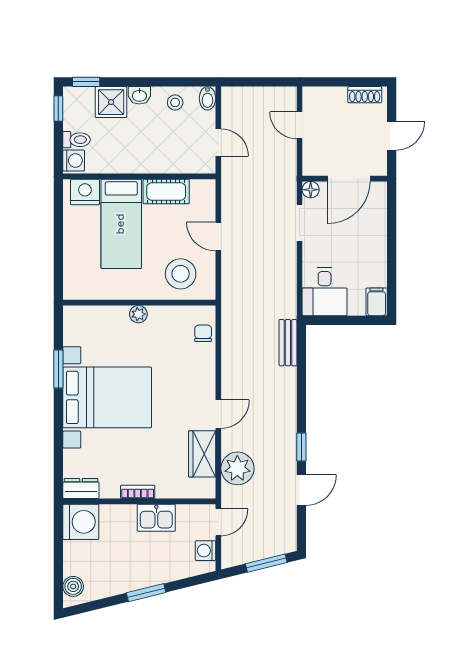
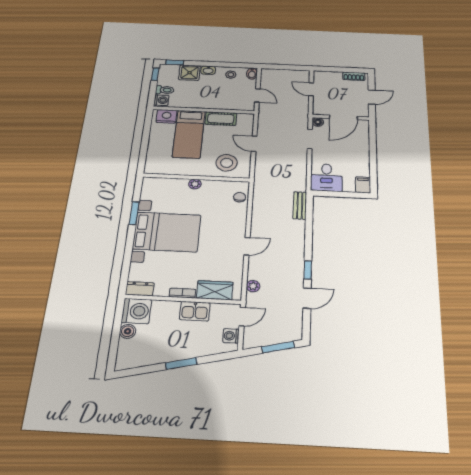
wardrobe: (202, 454) -> (215, 290), moved, turned 90
plant: (237, 468) -> (253, 286), width x0.53, depth x0.53
boiler: (73, 586) -> (128, 331), moved

